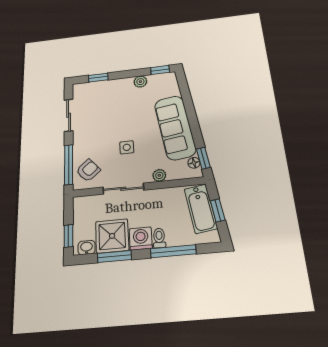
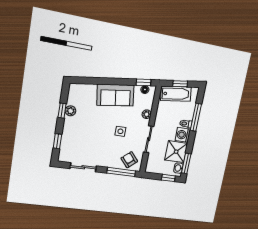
window: (160, 70) -> (62, 111), moved
sofa: (175, 127) -> (115, 95), width x0.73
window: (114, 256) -> (186, 163), moved

